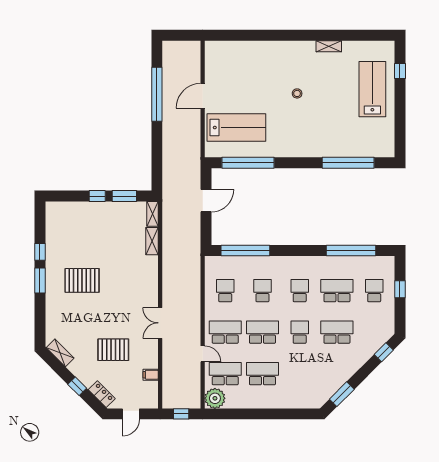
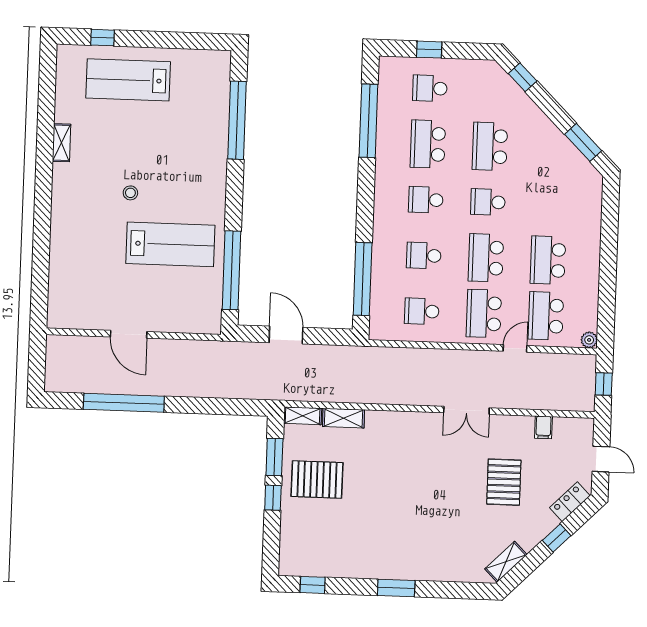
lab bench: (236, 128) -> (170, 244), moved, turned 90
window: (40, 252) -> (313, 585), moved
pallet: (82, 280) -> (317, 480), moved, turned 90
plant: (215, 398) -> (589, 340), width x0.53, depth x0.53

